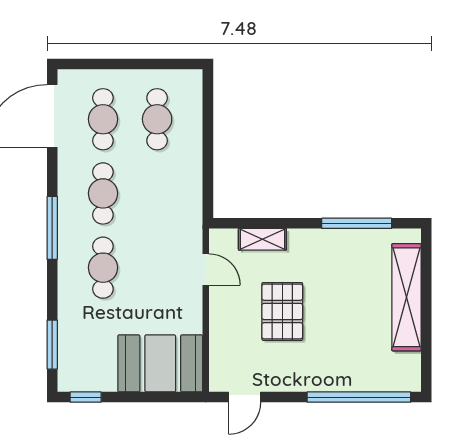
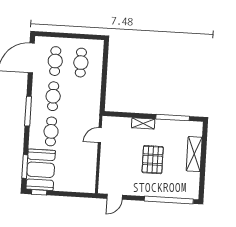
shelving: (262, 239) -> (143, 123), moved
door: (206, 270) -> (100, 135), swing flipped
shelving: (407, 297) -> (194, 154), width x0.68
pallet: (282, 311) -> (153, 160), moved
booth: (160, 363) -> (41, 170), moved, turned 90

